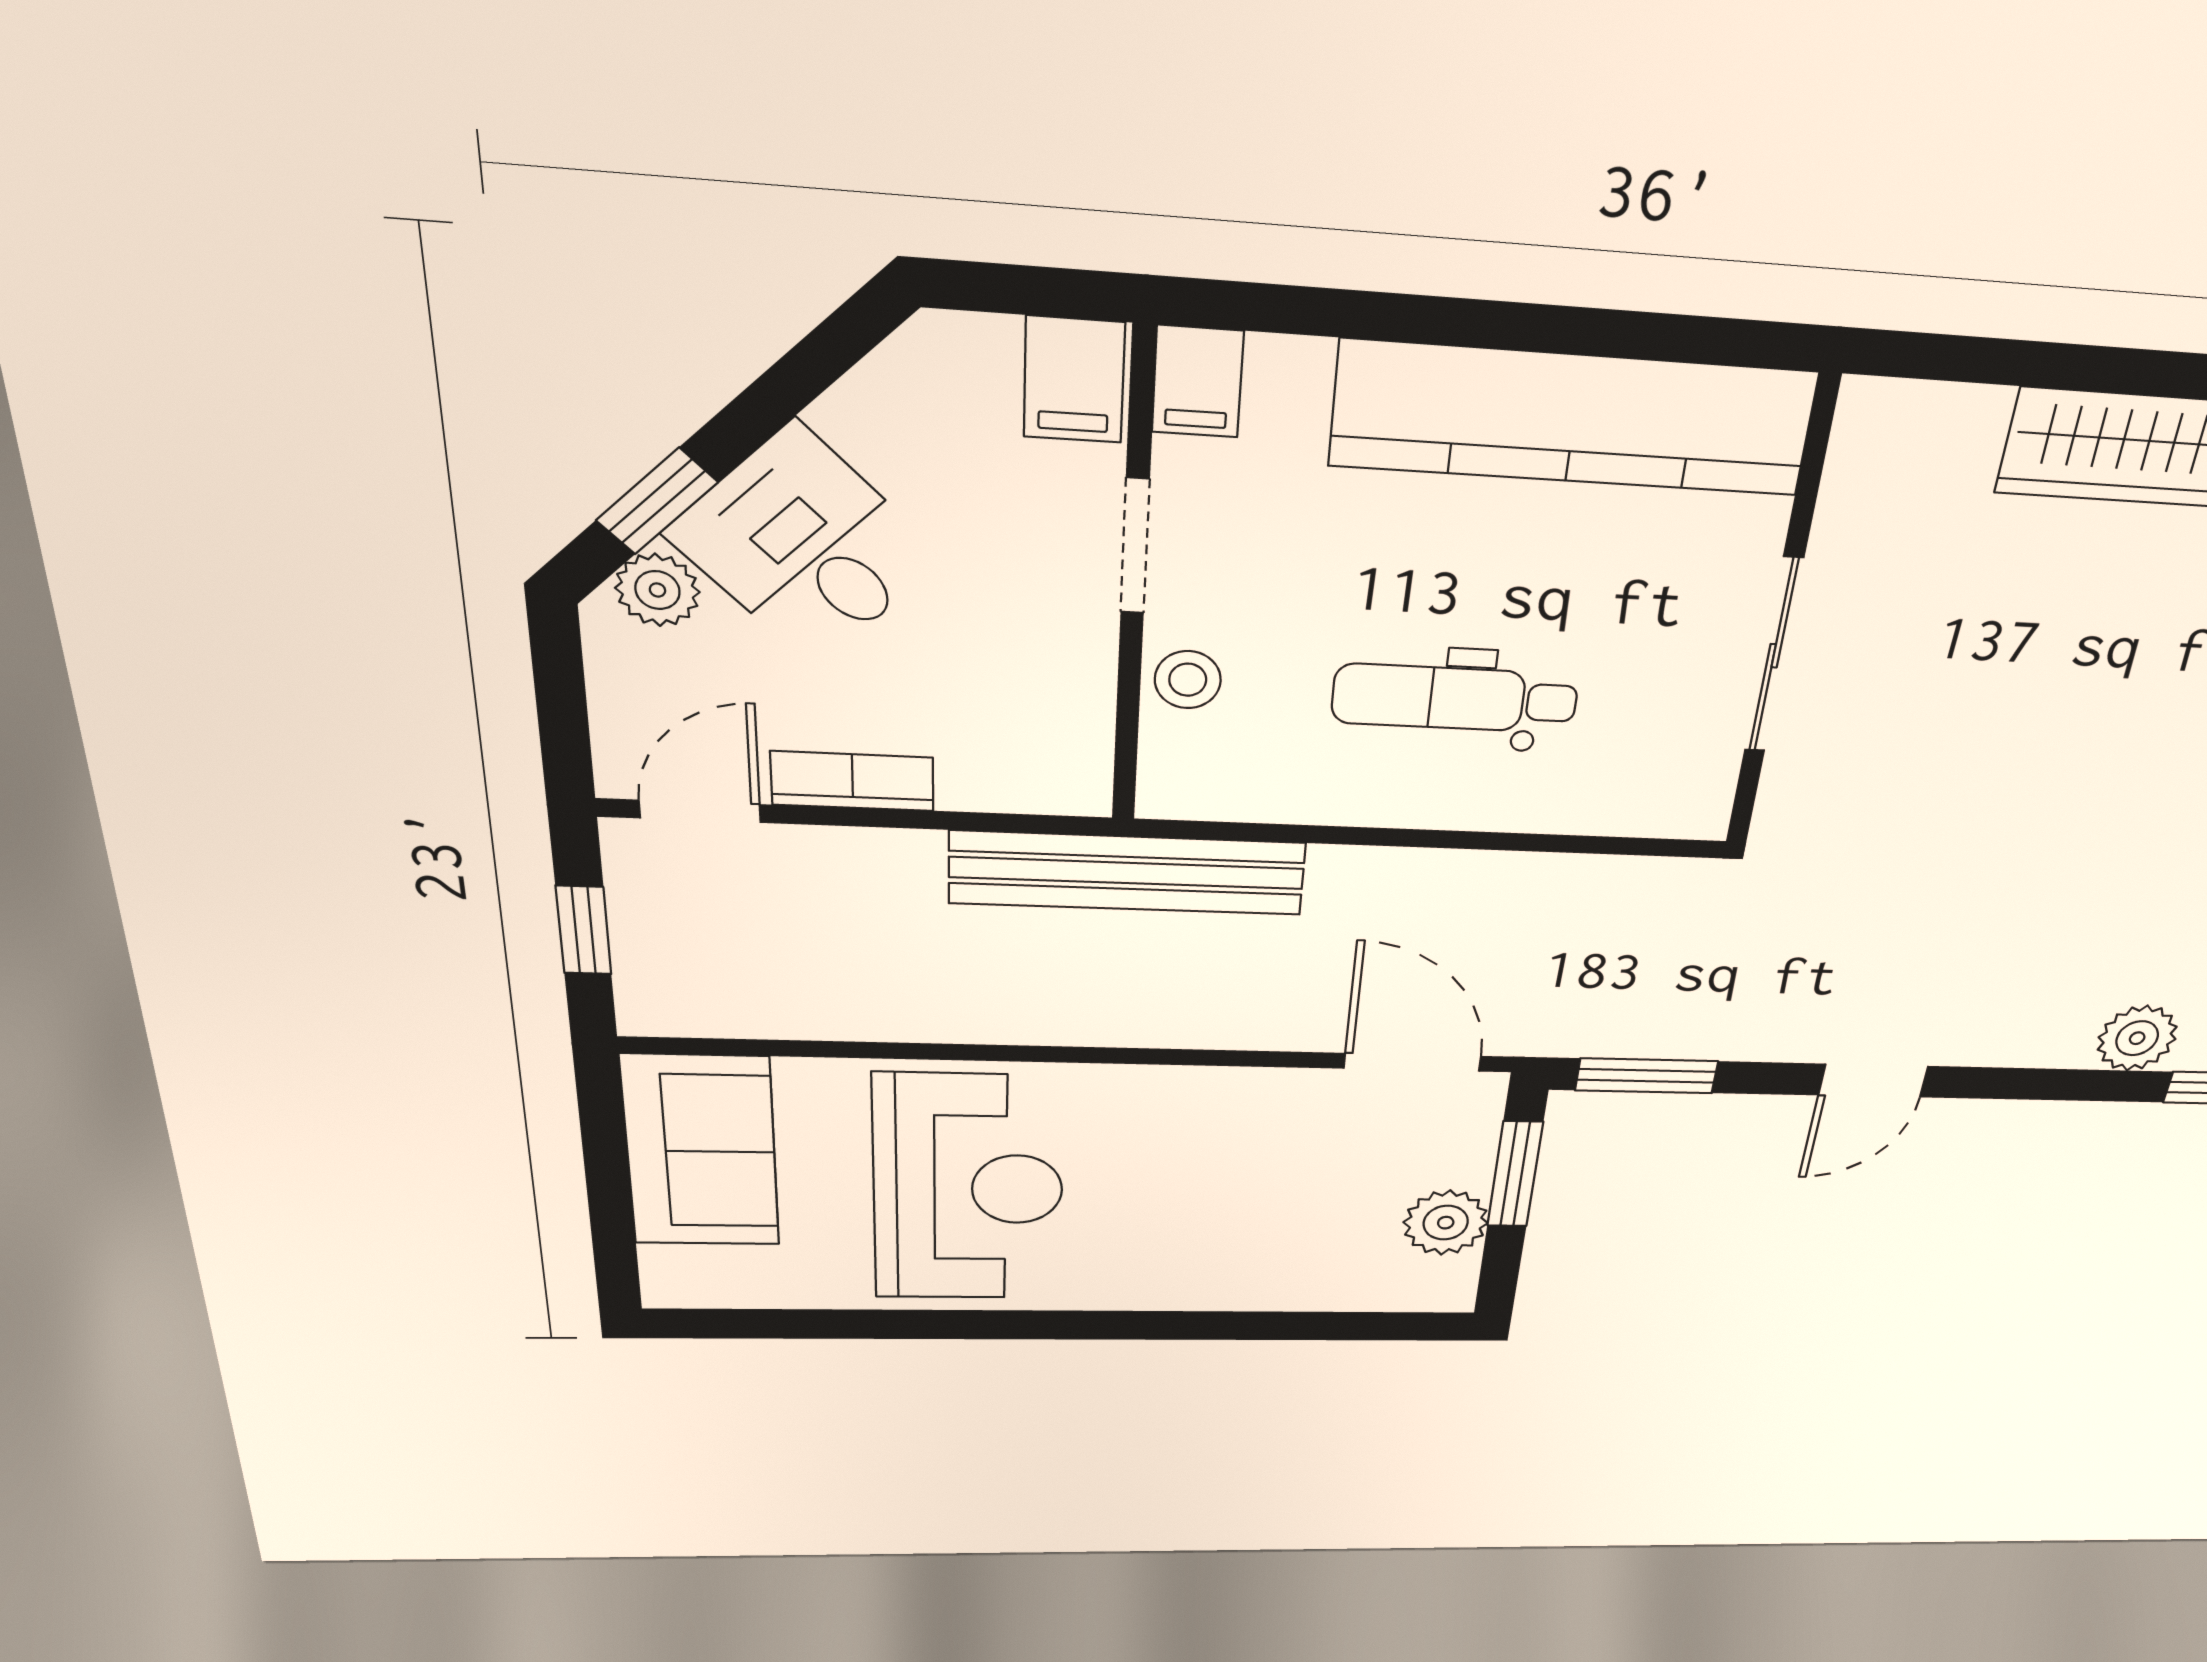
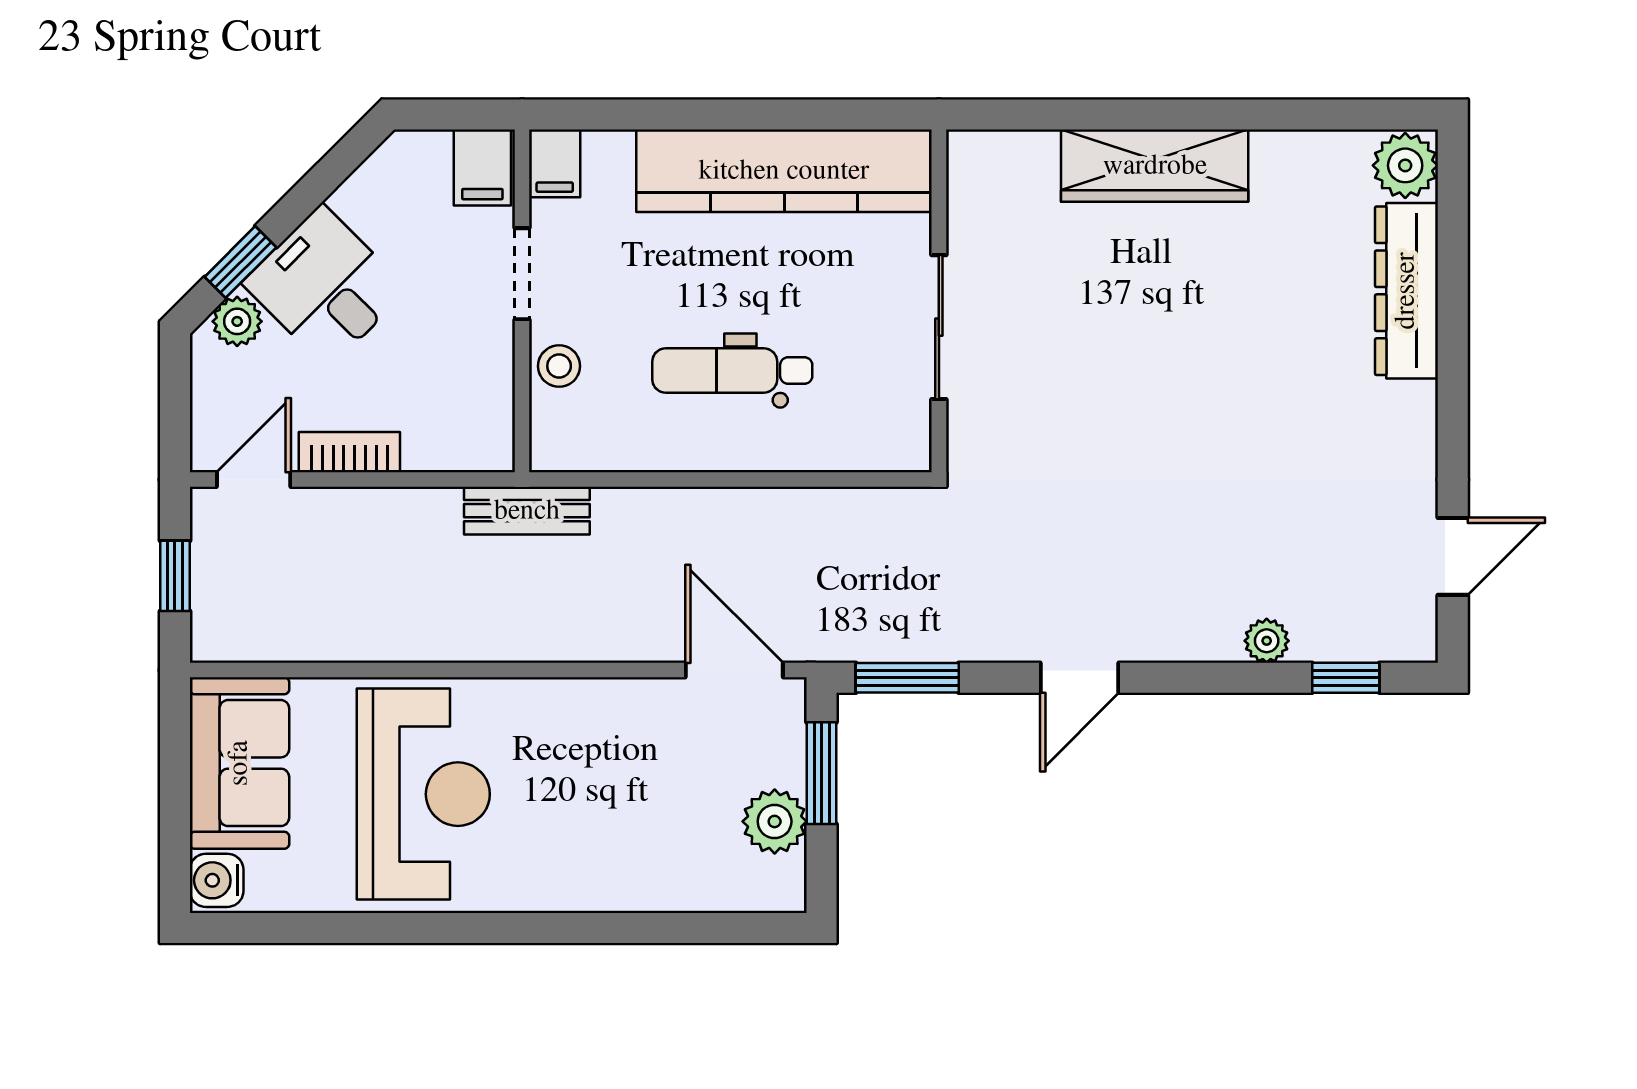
bench: (1128, 873) -> (527, 511), width x0.54, depth x0.82
plant: (2137, 1038) -> (1267, 641), width x0.73, depth x0.73
water cooler: (677, 1275) -> (217, 880), added

